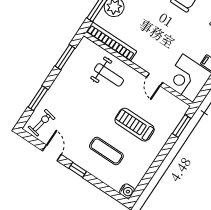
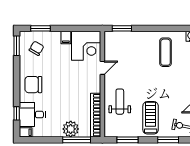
treadmill: (135, 125) -> (151, 118), moved, turned 180
exercise mat: (106, 151) -> (166, 52), moved

